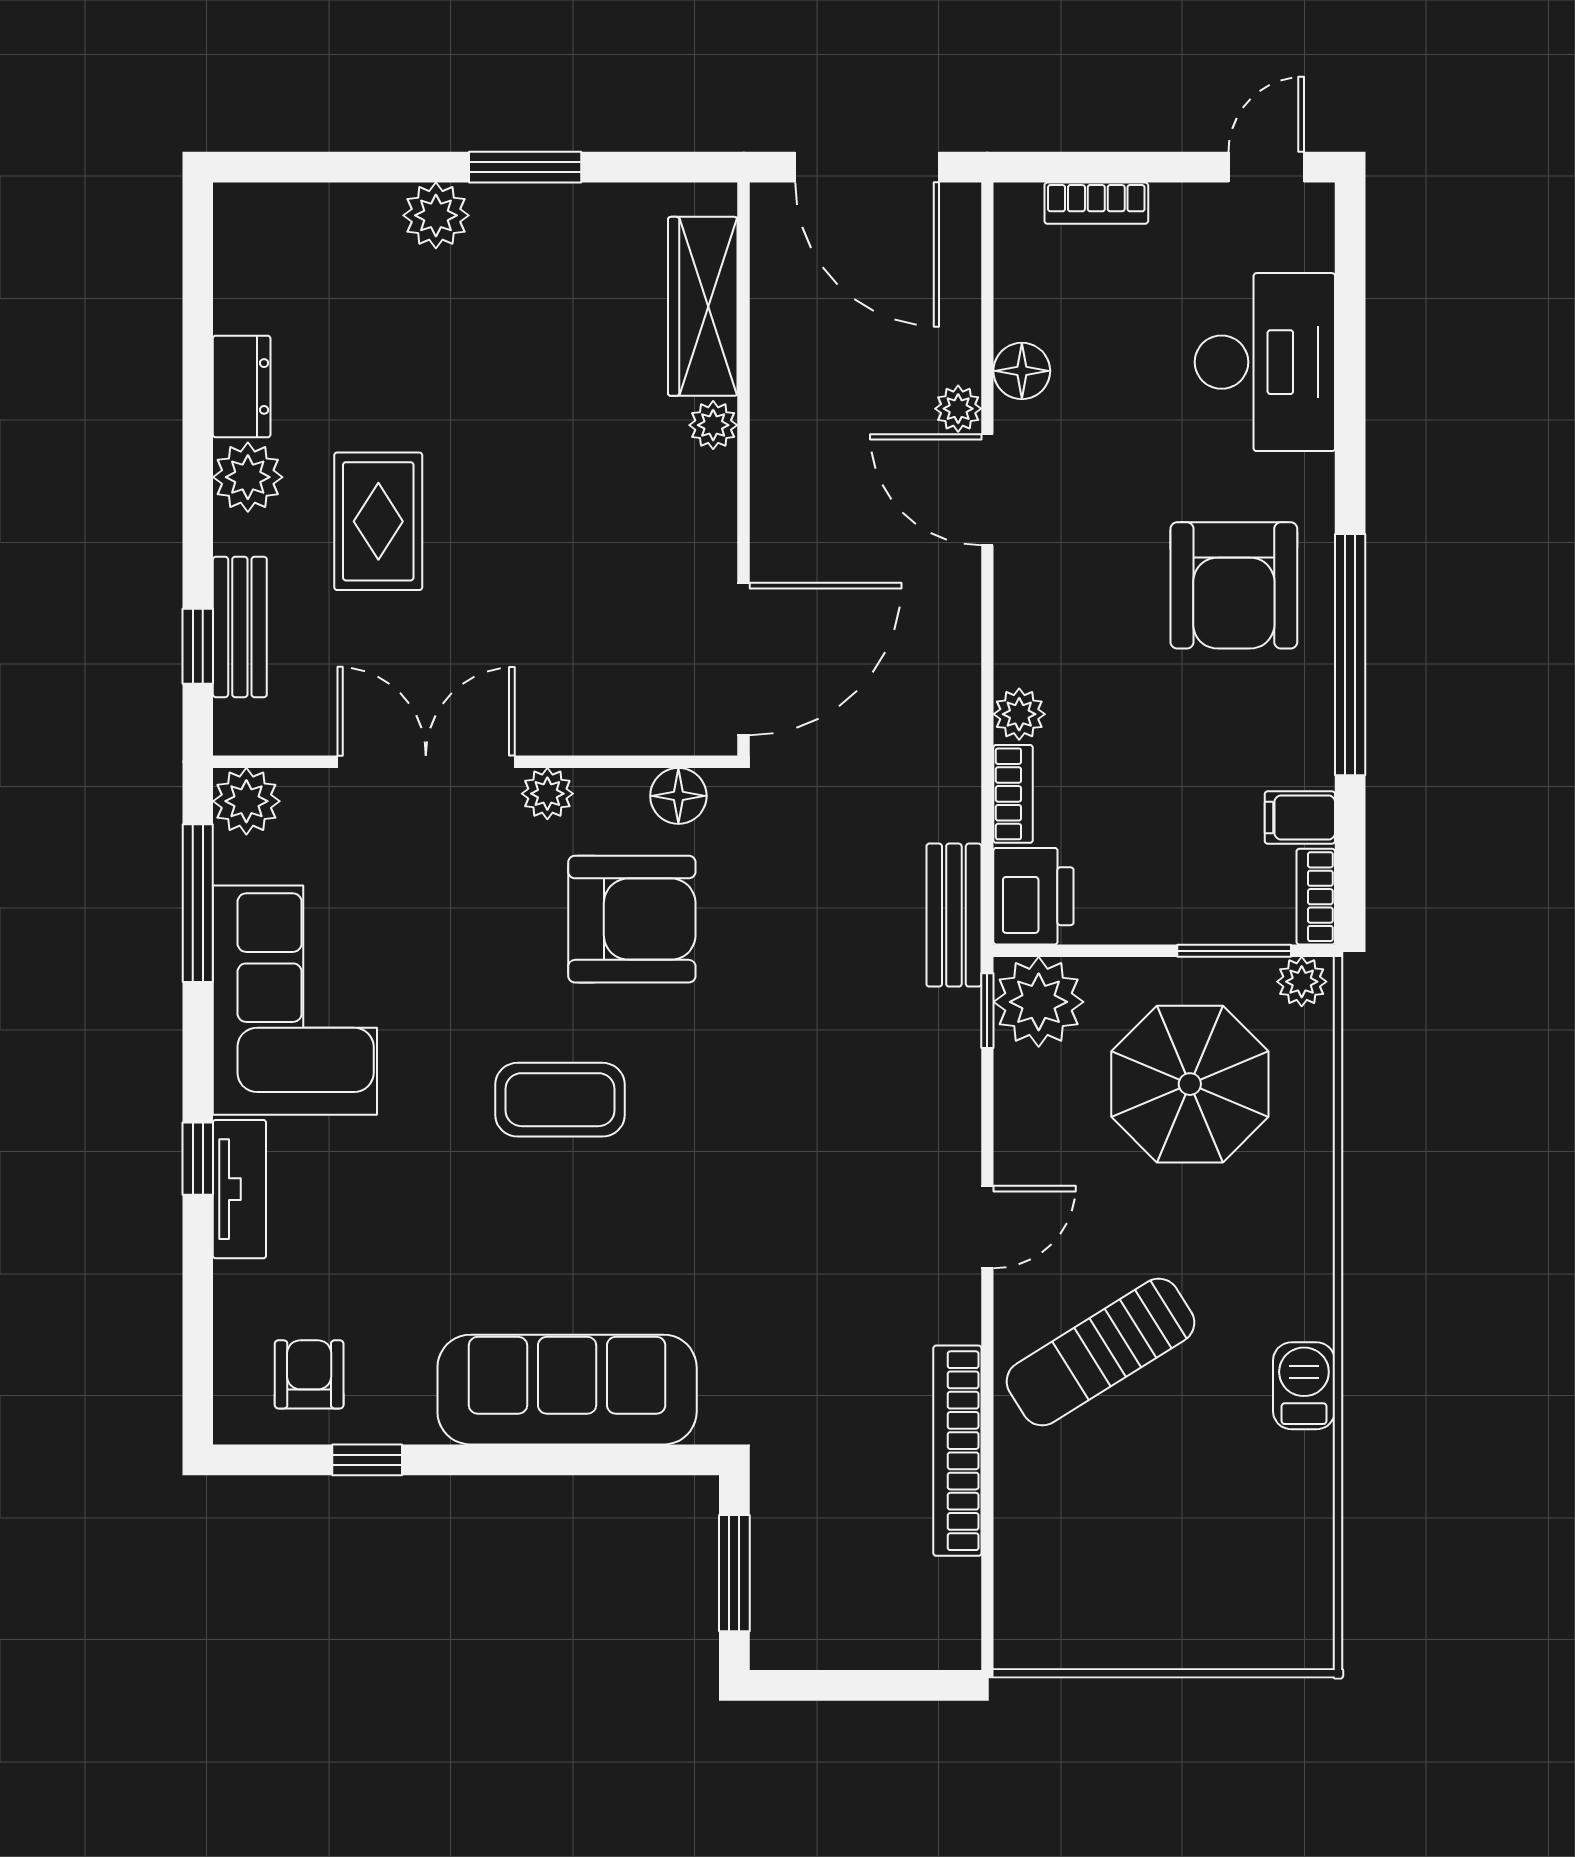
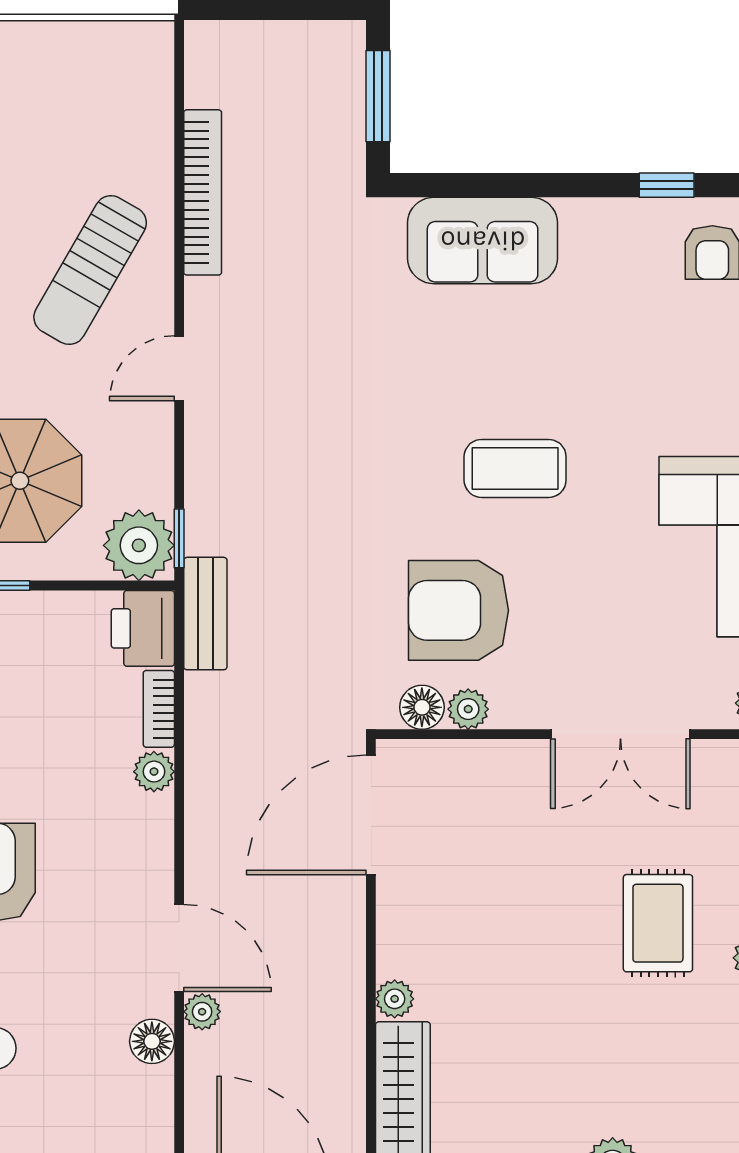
plant: (547, 794) -> (468, 709), moved
sun lounger: (1100, 1352) -> (90, 270), turned 152
sofa: (567, 1390) -> (483, 241), width x0.73

